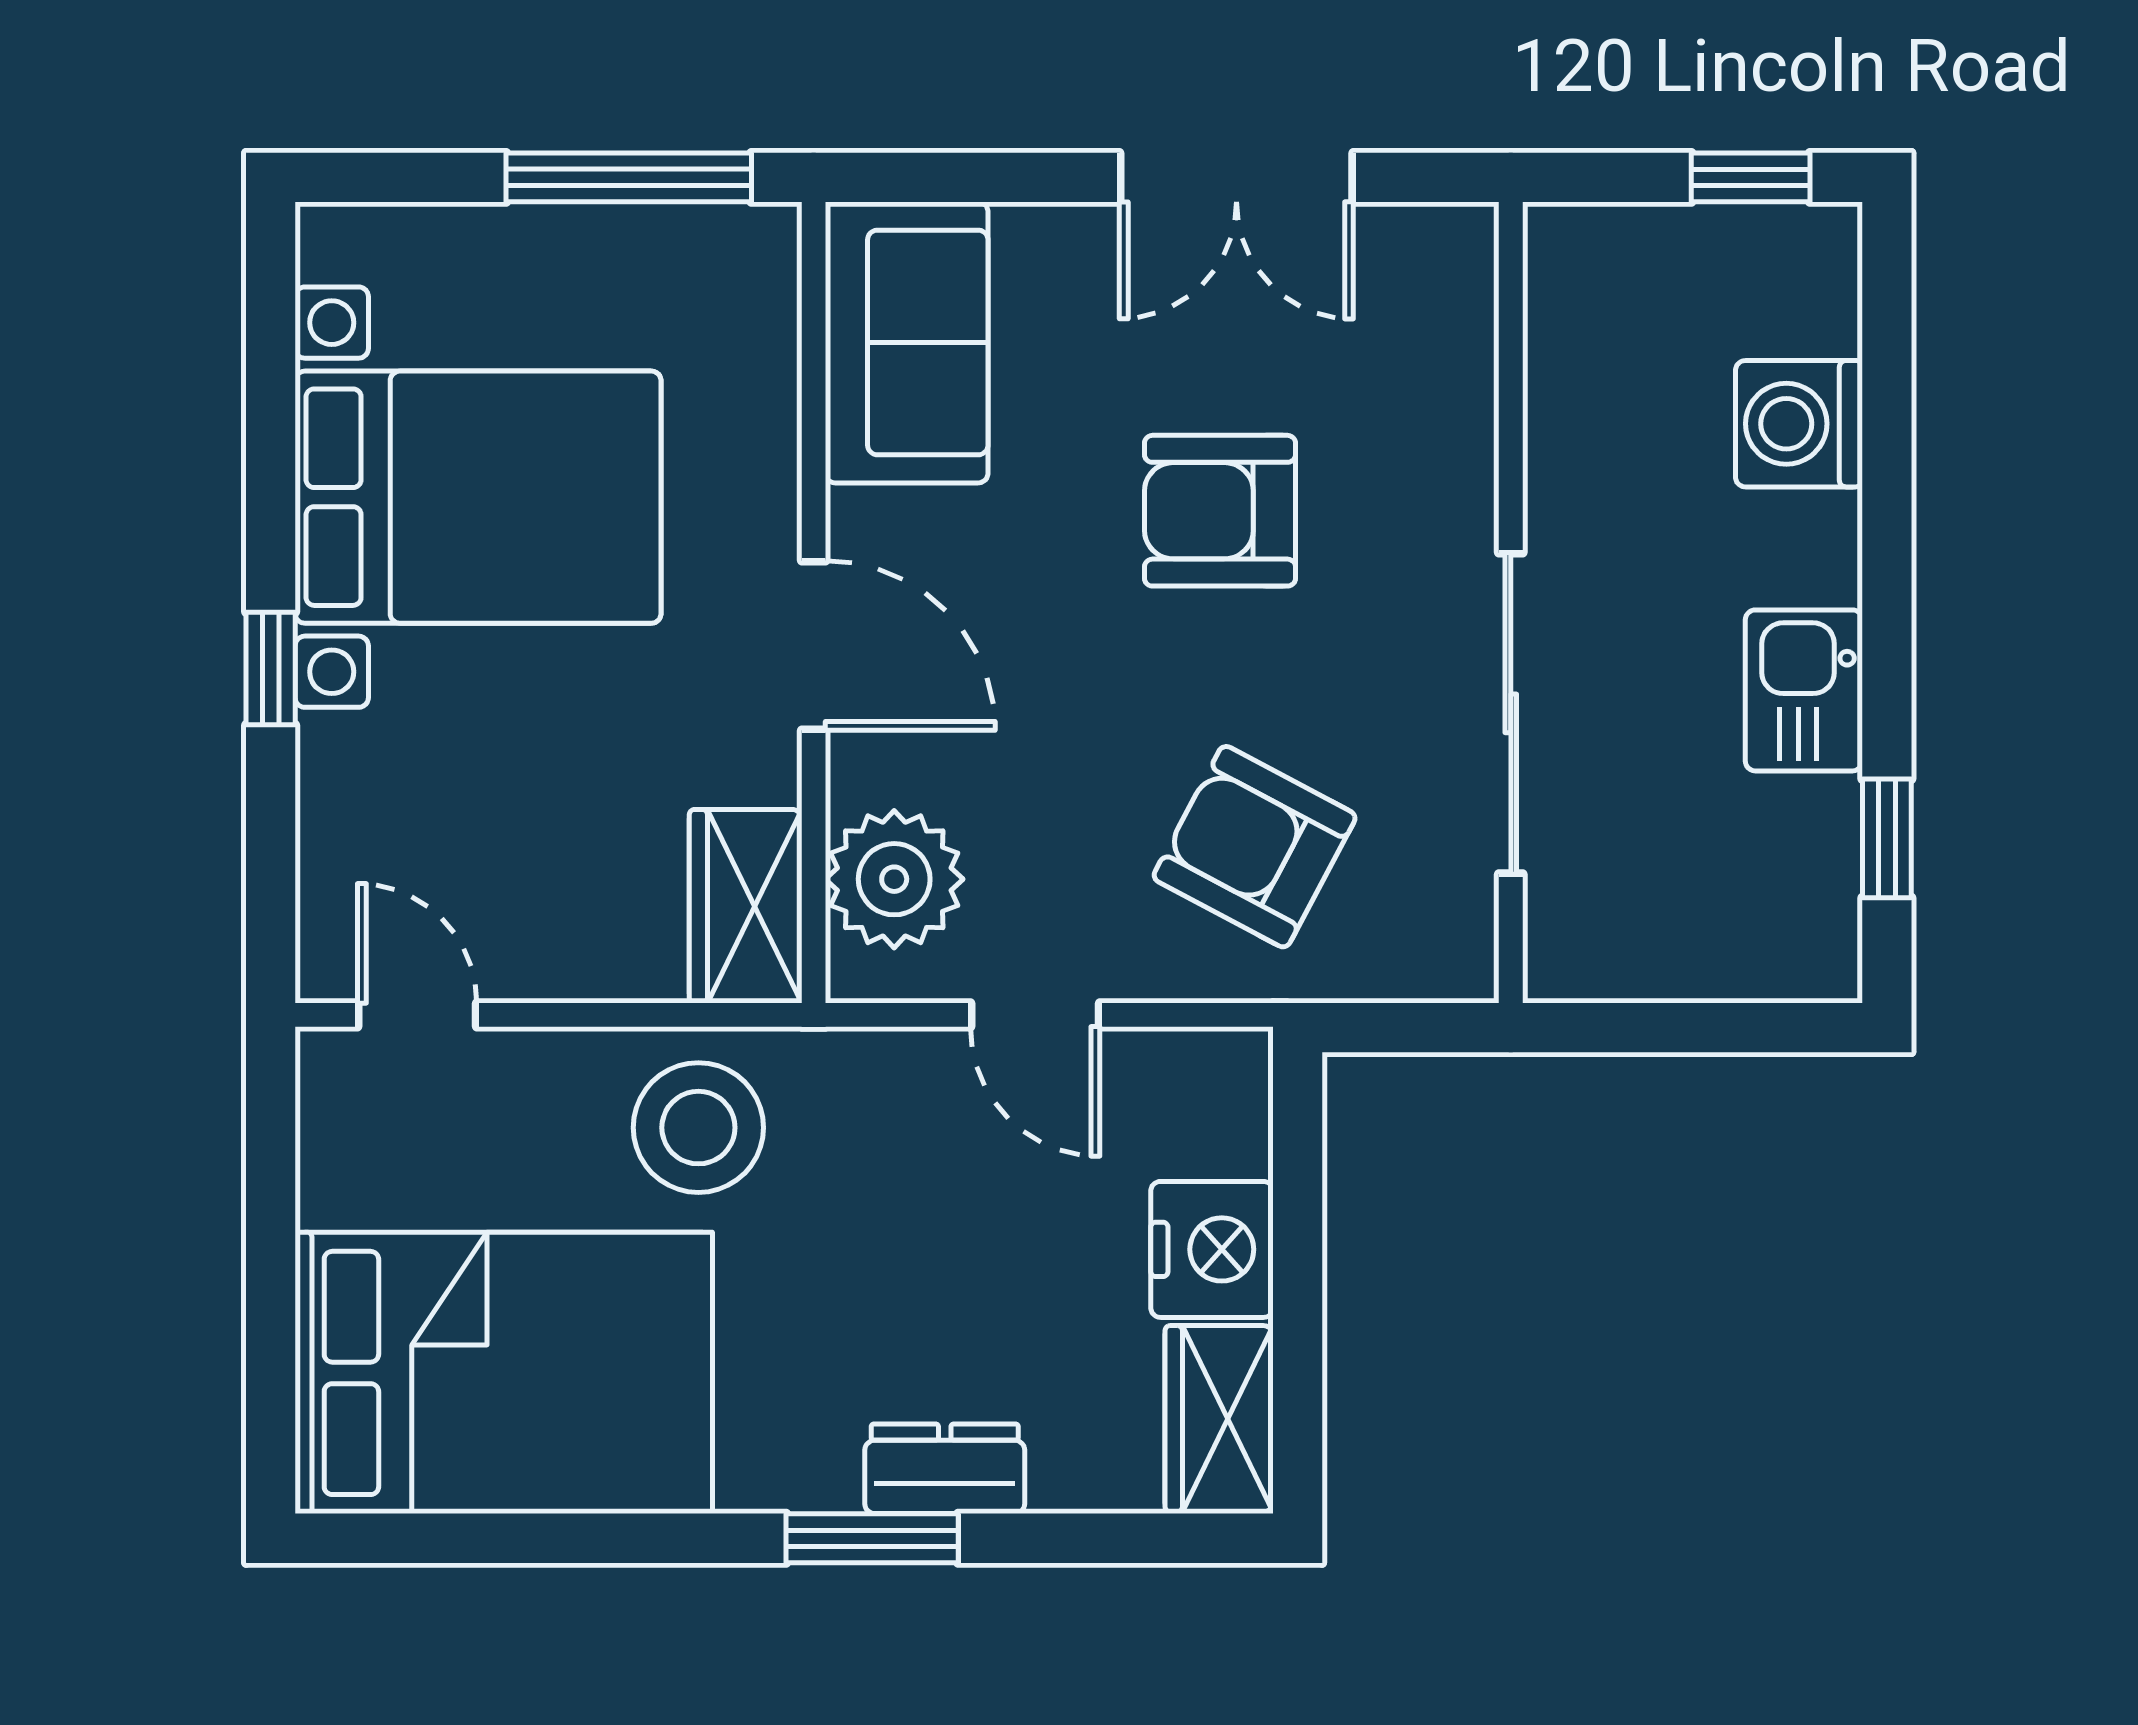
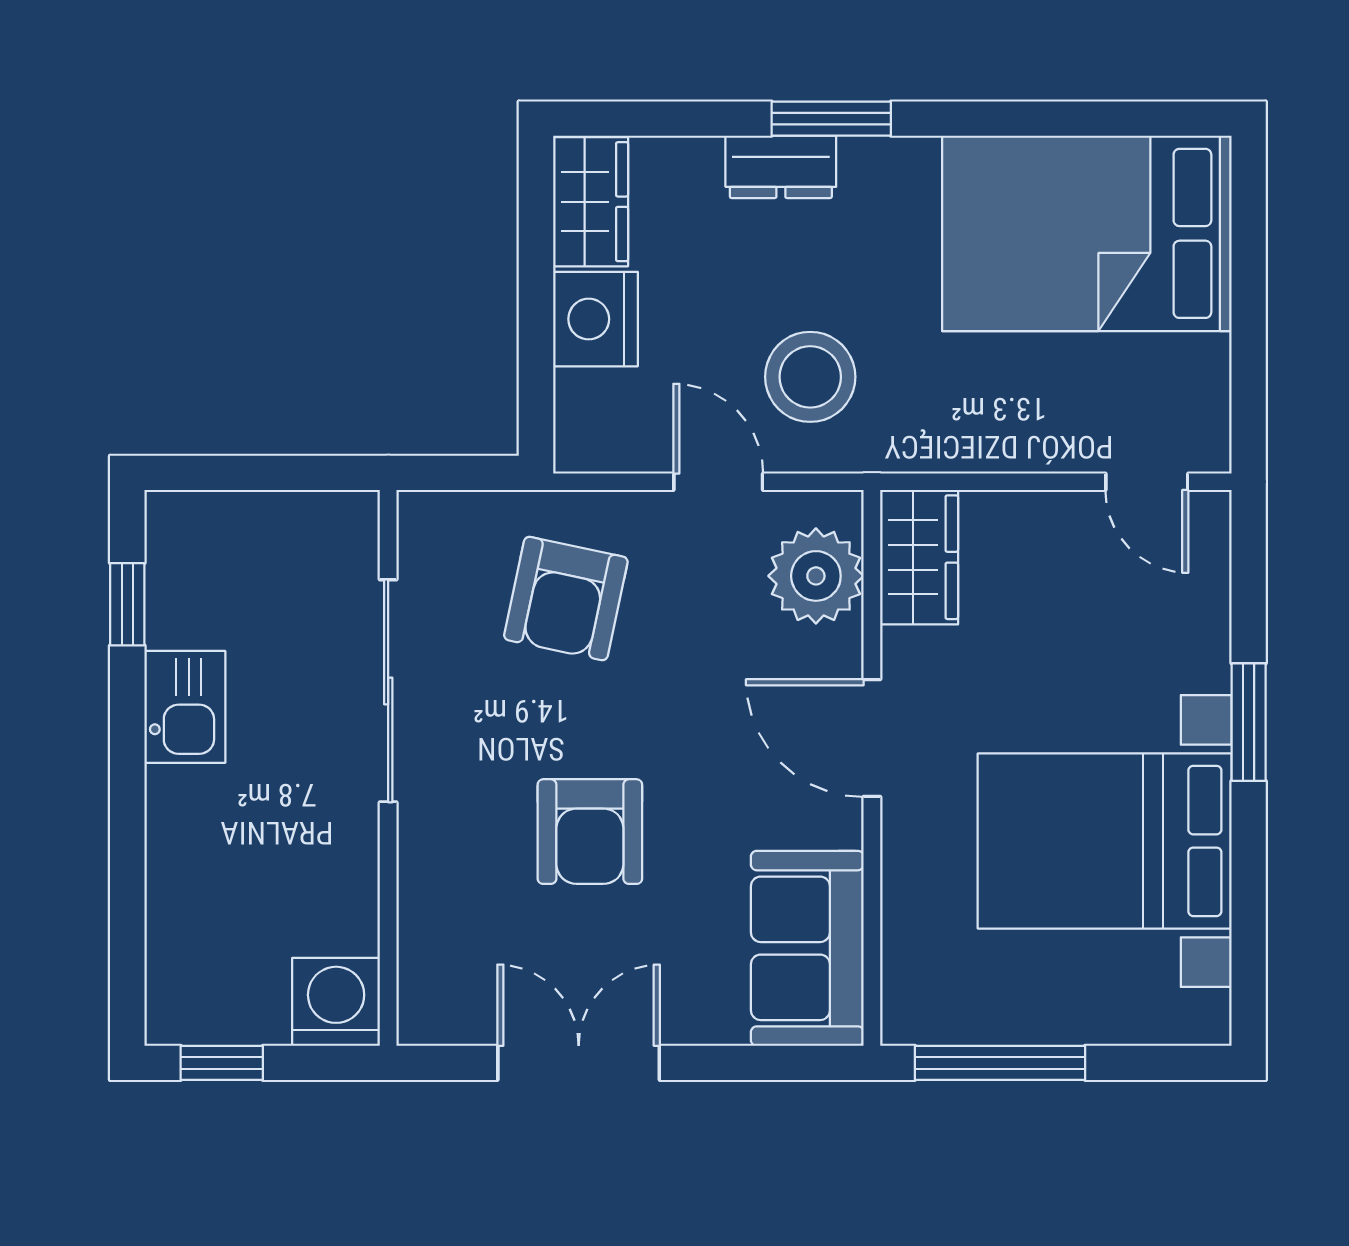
washing machine: (1799, 424) -> (336, 1002), moved, turned -90
armchair: (1220, 511) -> (590, 832), turned 90
window: (271, 669) -> (1249, 722), width x1.50
armchair: (1255, 847) -> (566, 599), turned 74
stool: (698, 1128) -> (810, 377), moved

